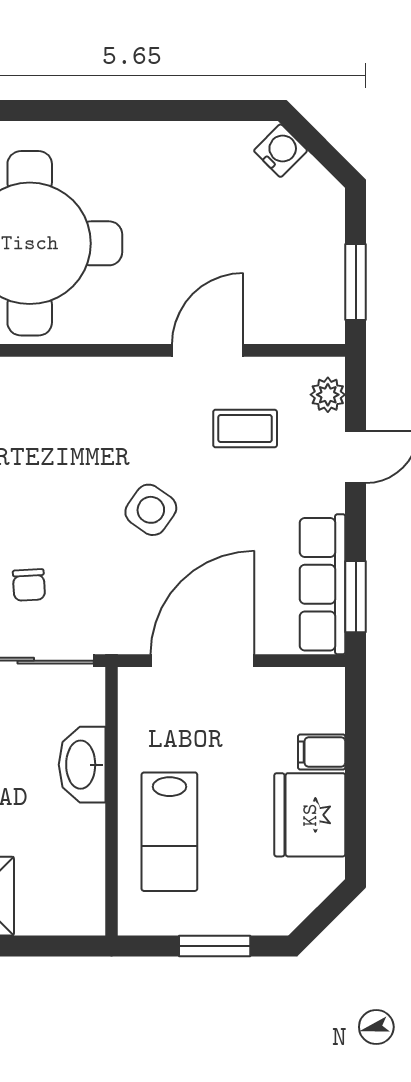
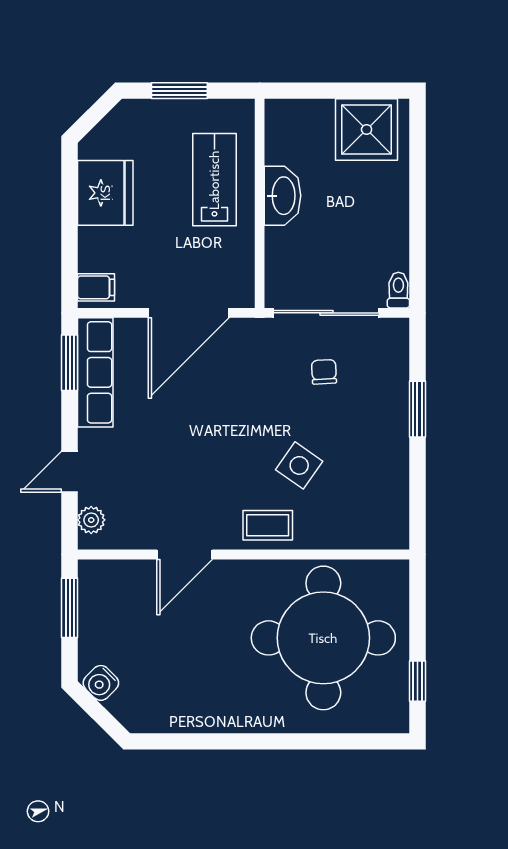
water cooler: (281, 151) -> (101, 683), moved
coffee table: (245, 428) -> (268, 525), moved
side table: (151, 510) -> (299, 465), moved
filing cabinet: (322, 752) -> (96, 287), moved
washbasin: (82, 765) -> (283, 196), moved

